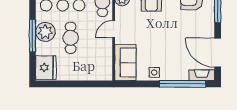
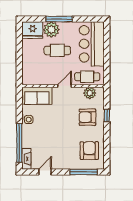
door: (114, 29) -> (65, 86), hinge flipped
plant: (45, 32) -> (51, 30), moved
door: (218, 53) -> (45, 172), width x0.53

